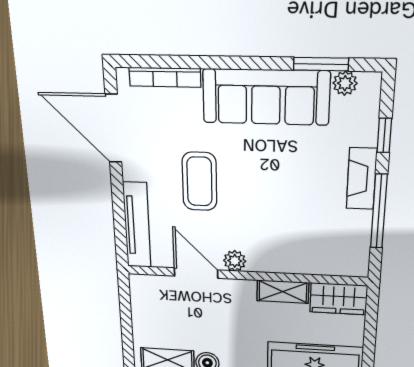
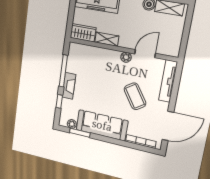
door: (113, 129) -> (168, 126), hinge flipped
coffee table: (200, 181) -> (135, 96), turned -34
door: (196, 273) -> (145, 54), swing flipped

